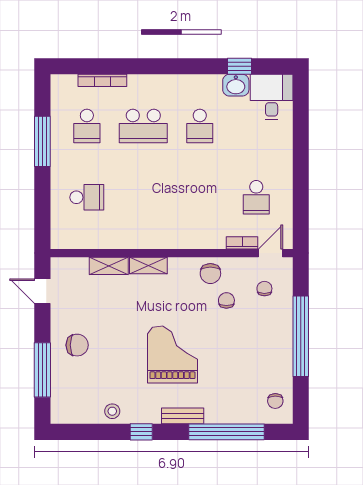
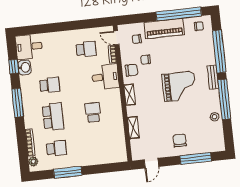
window: (175, 66) -> (18, 103), added
plant: (68, 83) -> (33, 161), added
school desk: (87, 197) -> (93, 112), moved
desk: (203, 226) -> (105, 77), added
shelving: (148, 265) -> (130, 95), moved
window: (301, 336) -> (179, 14), moved
piano: (278, 339) -> (164, 28), added
grand piano: (172, 355) -> (179, 87), turned 180
window: (141, 432) -> (224, 99), width x3.17

